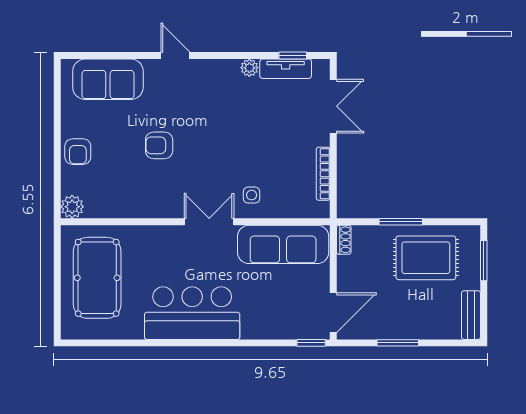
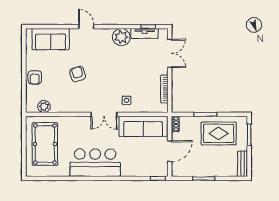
plant: (249, 68) -> (121, 37), width x1.88, depth x1.88
armchair: (159, 145) -> (78, 74), turned 73
plant: (72, 207) -> (44, 106), moved
double door: (209, 222) -> (104, 114), swing flipped
door: (333, 313) -> (170, 151), moved

